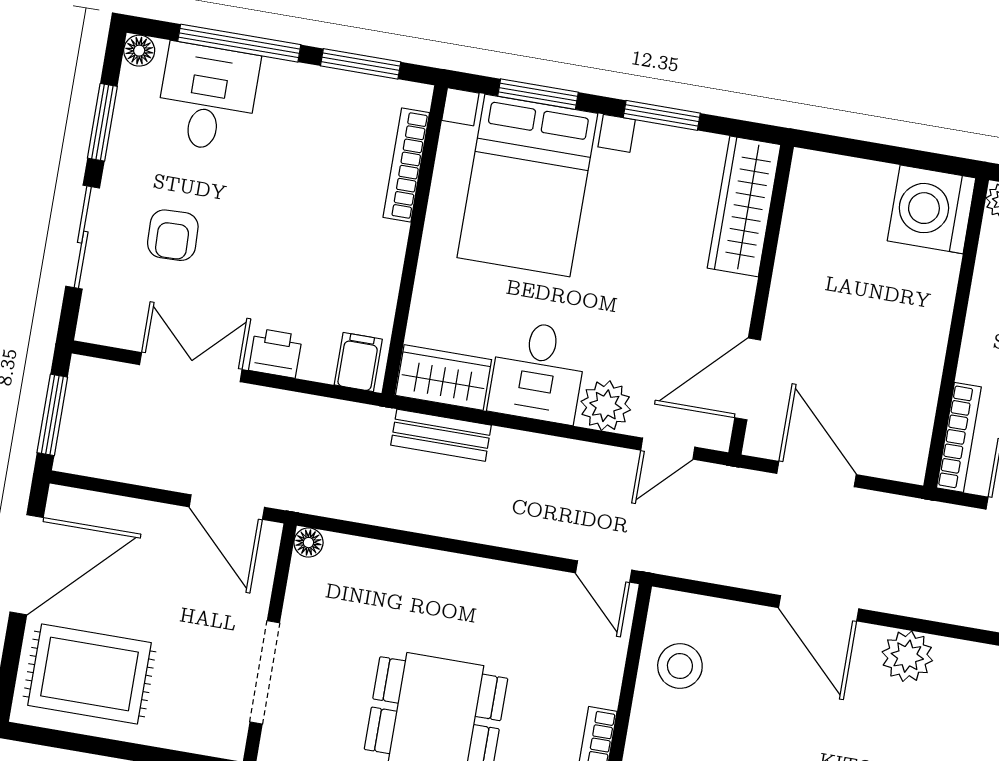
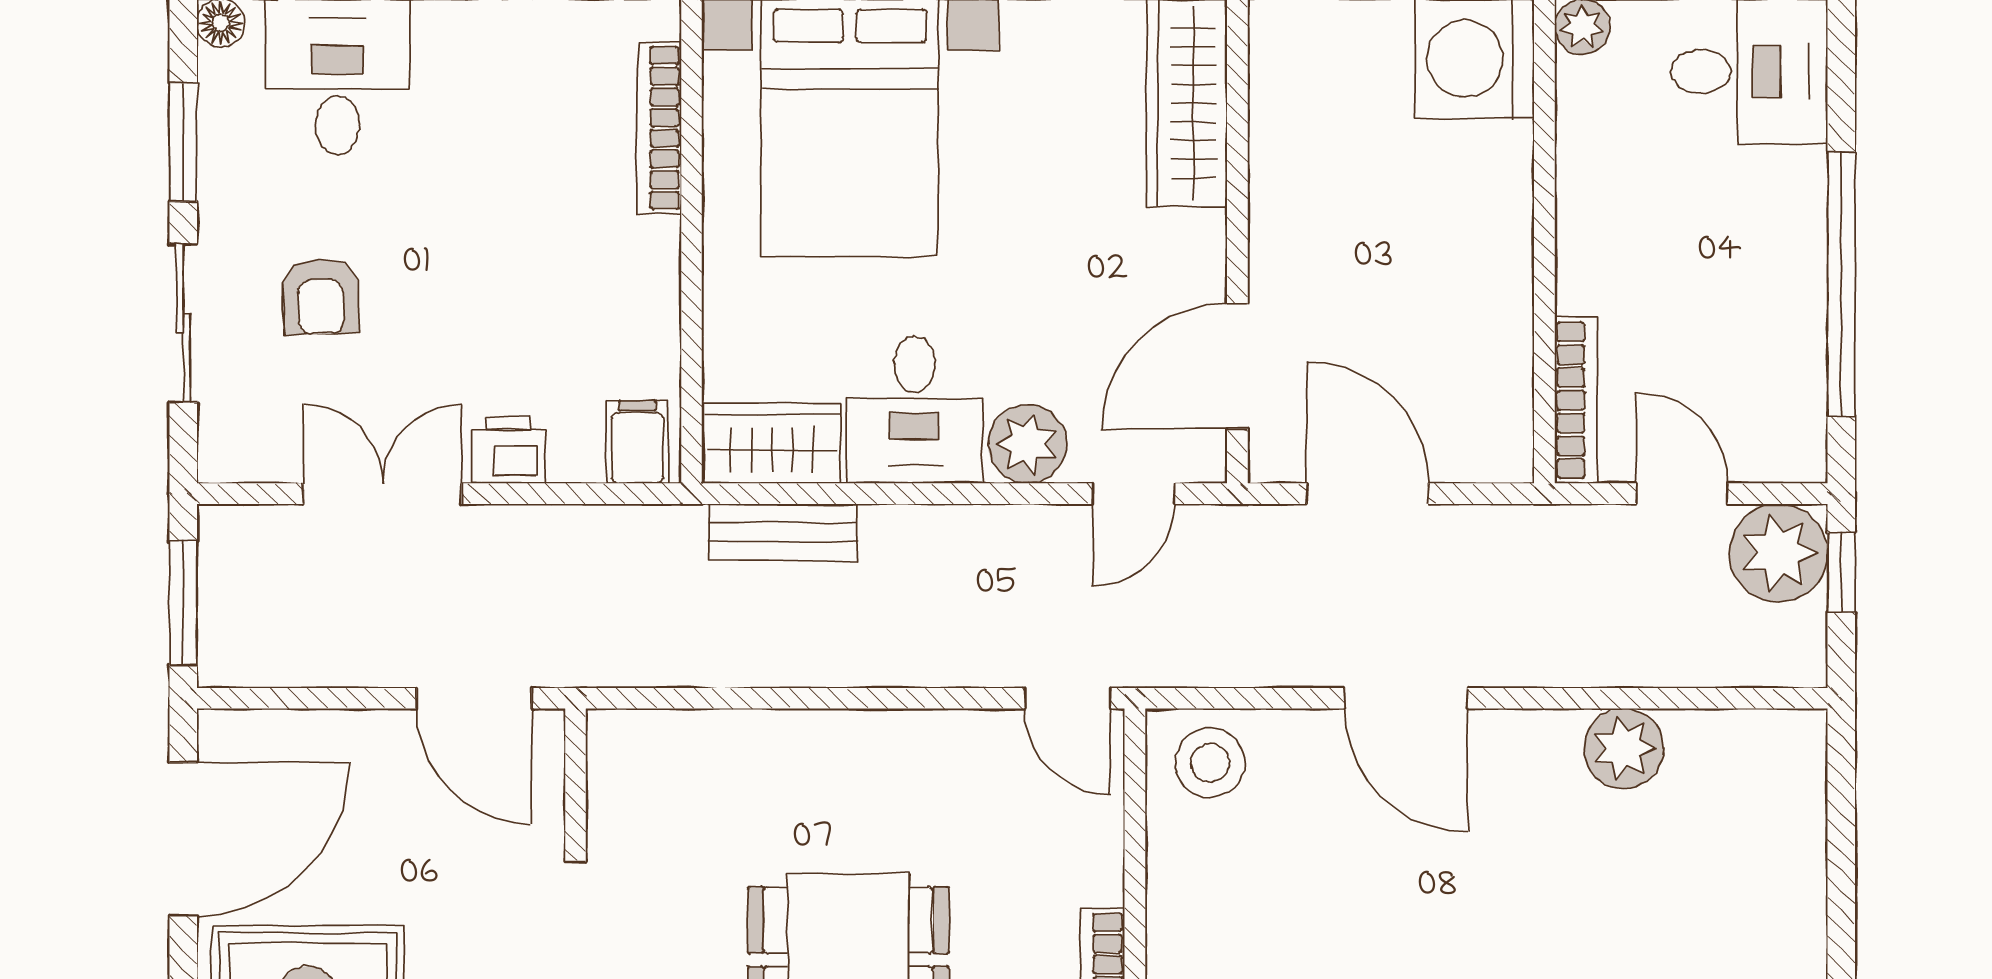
floor lamp: (308, 543) -> (608, 731), removed
plant: (907, 656) -> (1624, 748), moved
stool: (680, 666) -> (1210, 763), moved

